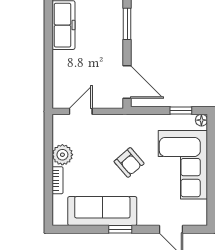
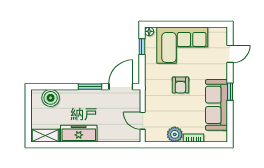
window: (127, 24) -> (90, 87), moved
armchair: (129, 162) -> (180, 85), turned 131

